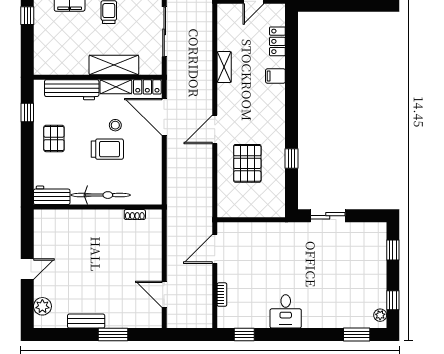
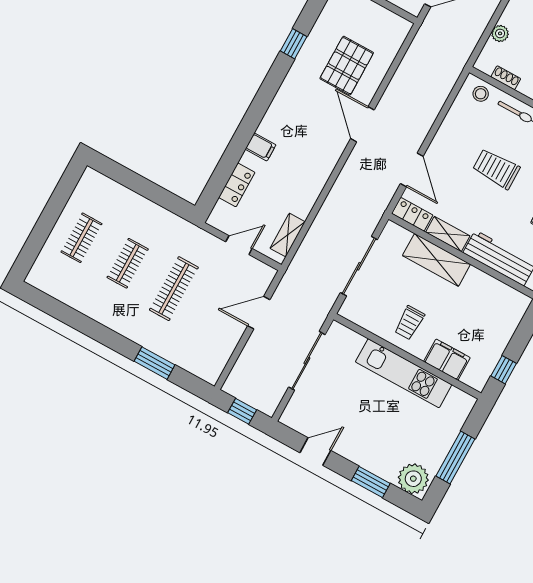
shelving: (224, 67) -> (288, 235), moved
door: (164, 117) -> (412, 170), width x0.73
stool: (115, 125) -> (481, 94), moved
door: (215, 129) -> (362, 124), swing flipped
plant: (155, 242) -> (500, 33), added

